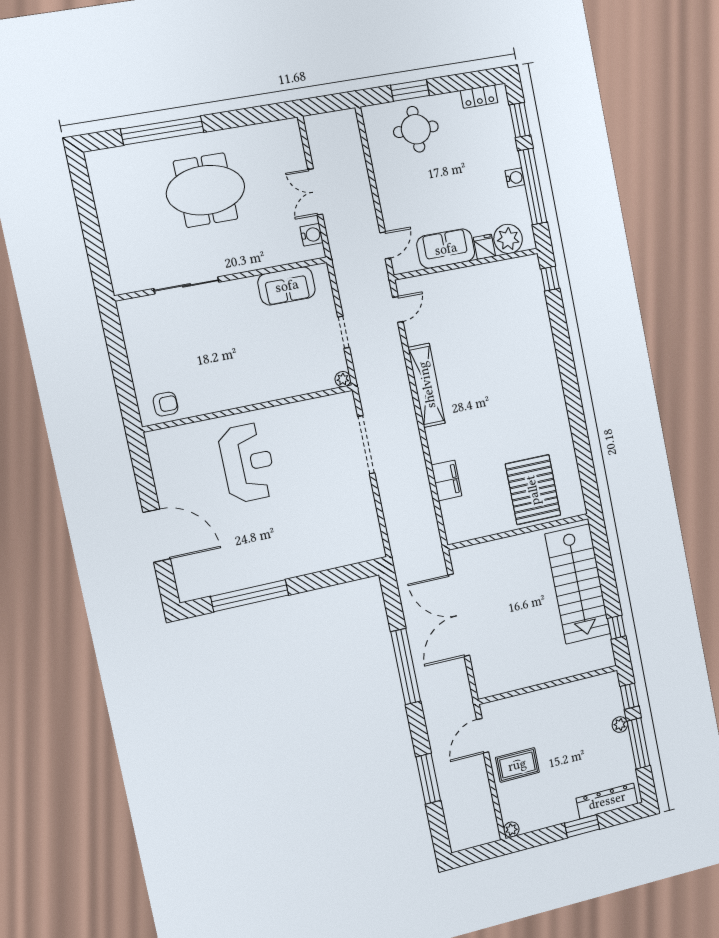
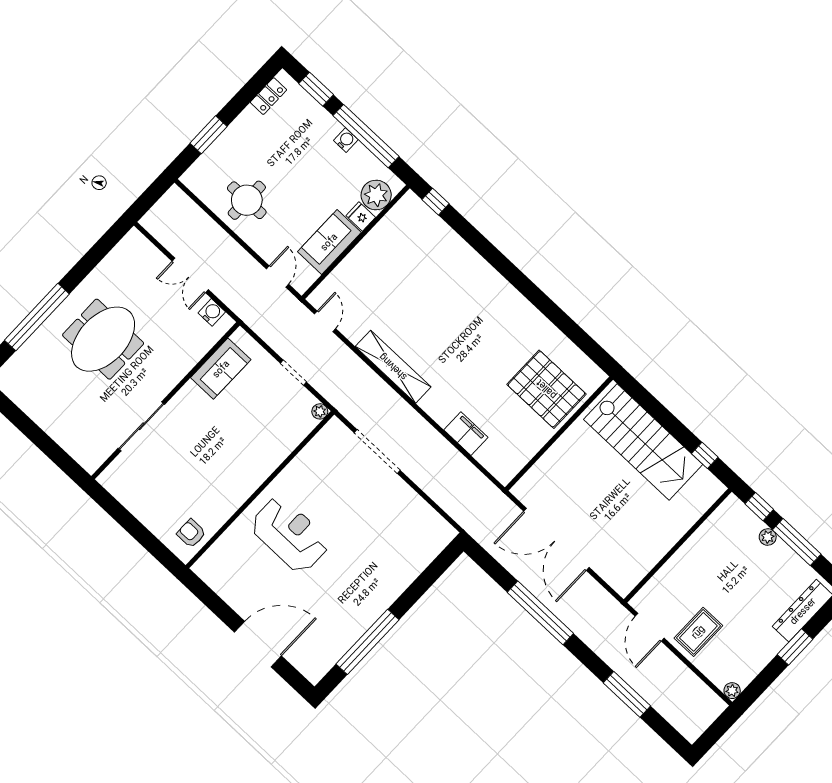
round table: (416, 129) -> (247, 200), moved
armchair: (166, 404) -> (191, 533), turned -90

